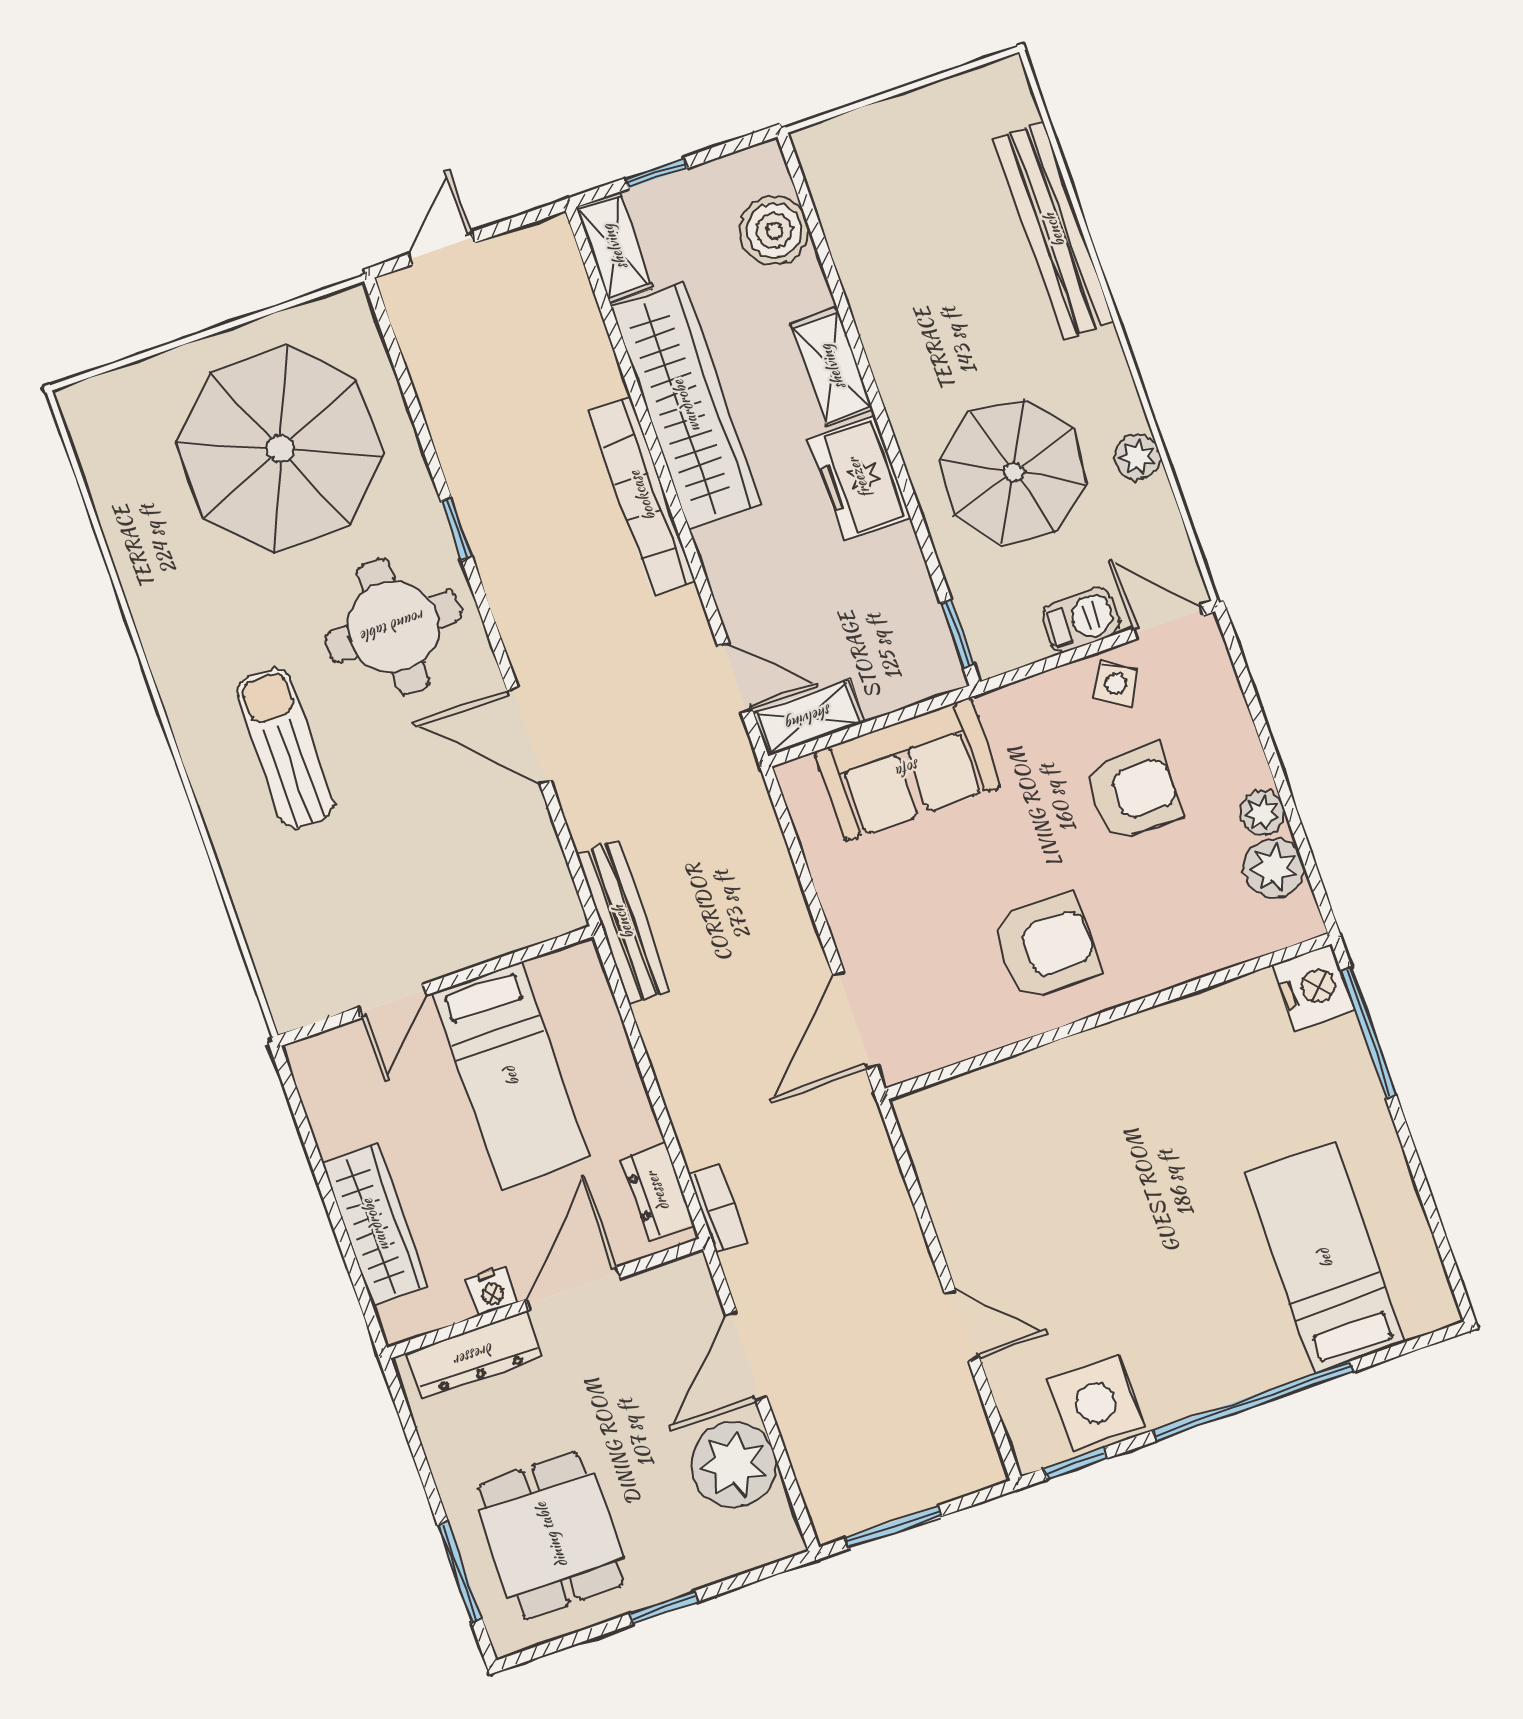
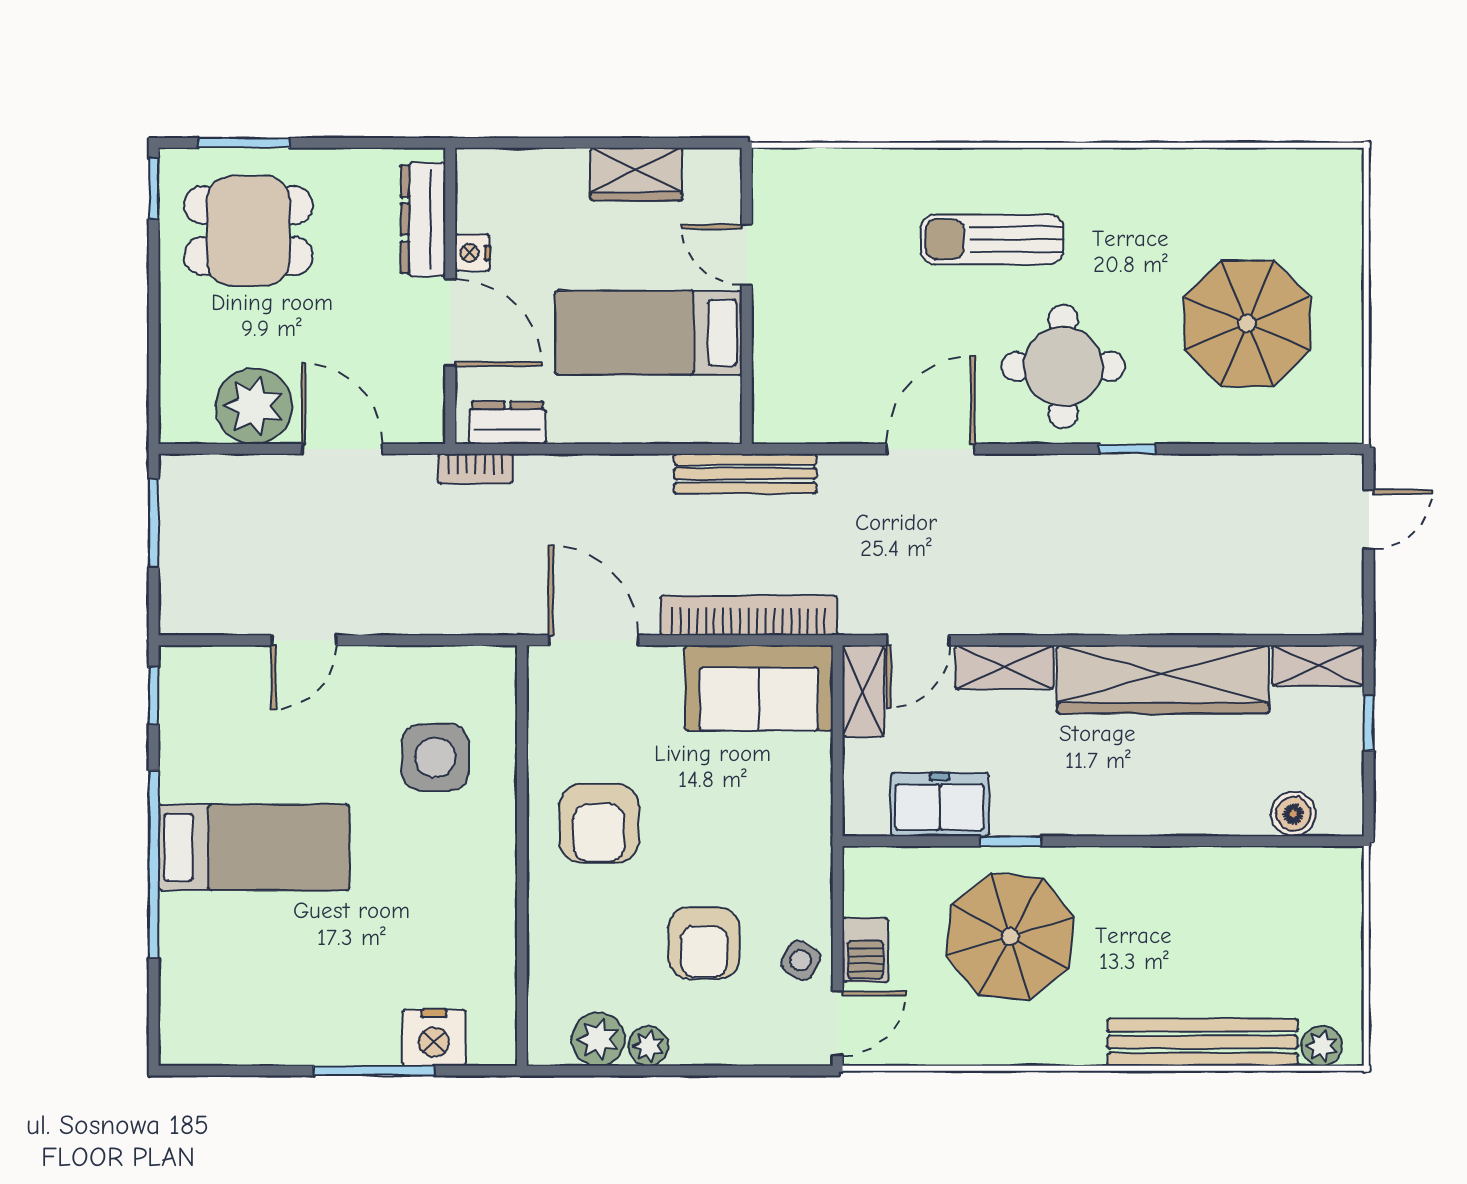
boiler: (774, 230) -> (1293, 814), width x0.73, depth x0.73
door: (442, 248) -> (1369, 519), hinge flipped
shelving: (832, 367) -> (1004, 667), moved
parasol: (280, 448) -> (1247, 324), width x0.73, depth x0.73
plant: (1137, 457) -> (1322, 1046), moved
freezer: (859, 478) -> (940, 805), moved
bookcase: (642, 496) -> (749, 615), moved
window: (957, 634) -> (1011, 841), moved
sun lounger: (285, 748) -> (992, 239), turned 180
sofa: (908, 769) -> (759, 688), moved, turned -90
nightstand: (1314, 987) -> (434, 1038), moved
window: (1368, 1033) -> (374, 1071), moved
wardrobe: (375, 1225) -> (636, 174), moved, width x0.67
bed: (1325, 1258) -> (254, 847), moved
side table: (1096, 1403) -> (435, 758), moved
window: (664, 1607) -> (154, 189), moved

